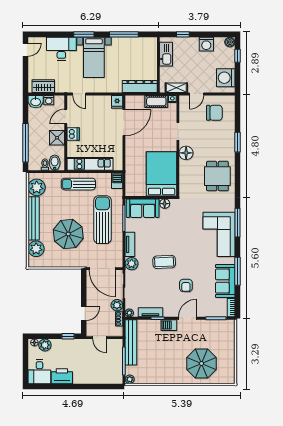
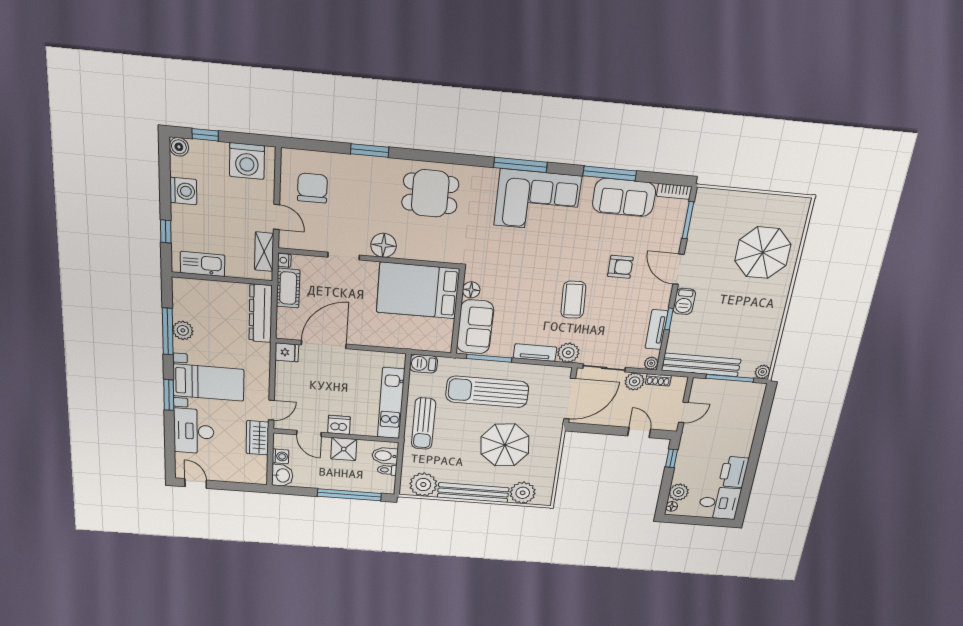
plant: (125, 43) -> (183, 330), added
wardrobe: (43, 86) -> (257, 438), moved
door: (124, 123) -> (324, 344), hinge flipped

